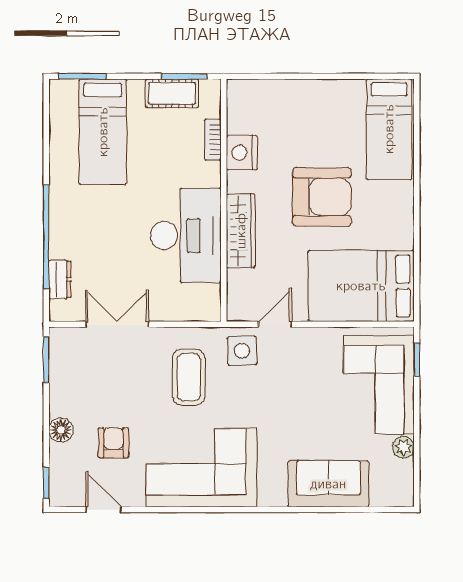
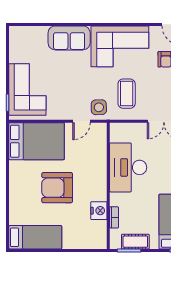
bed: (389, 129) -> (35, 237), moved, turned 90
wardrobe: (241, 231) -> (100, 170), removed
plant: (403, 447) -> (15, 57), removed
sofa: (328, 484) -> (69, 38), moved

